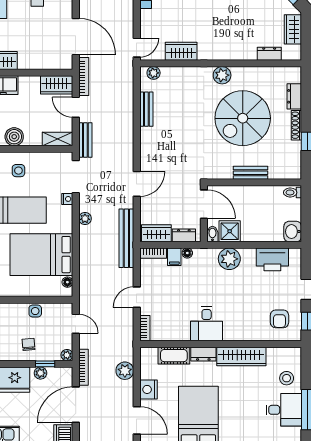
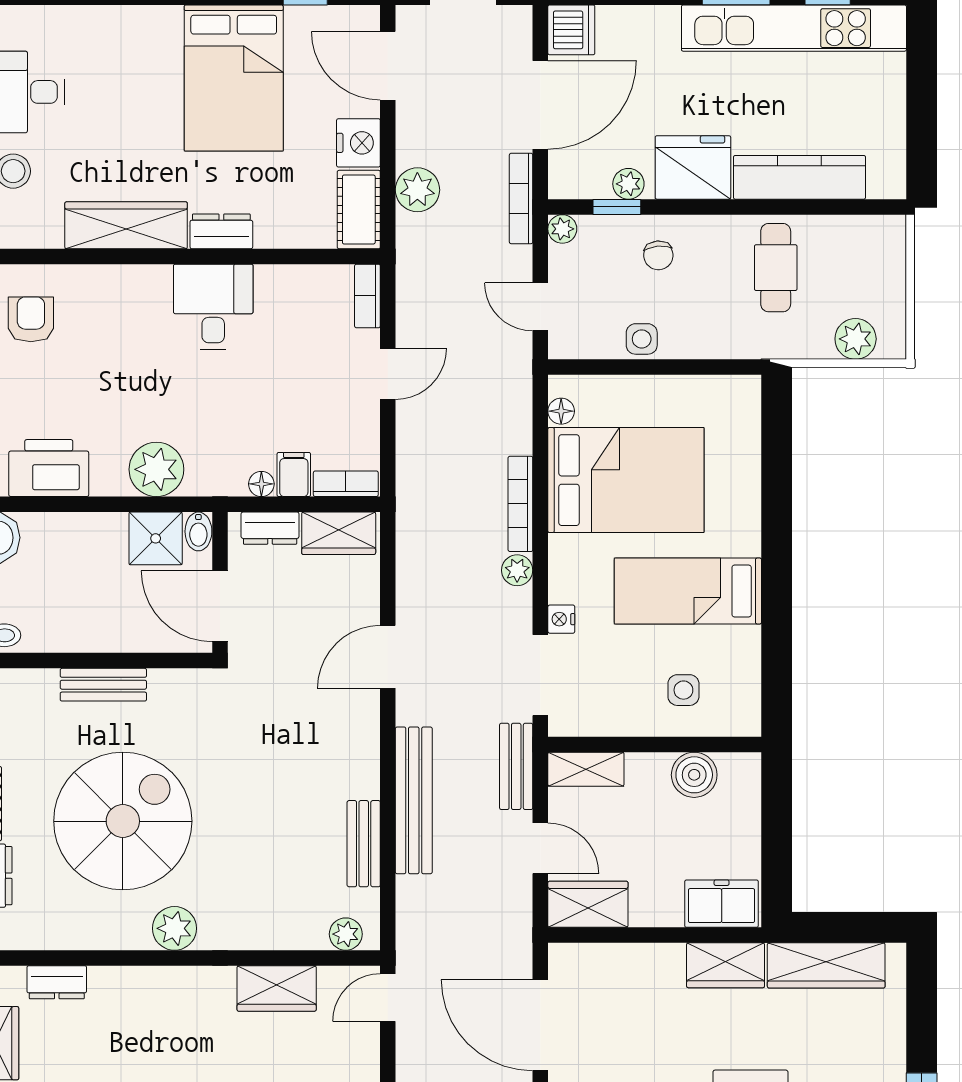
bookcase: (84, 77) -> (520, 504), moved
bench: (126, 238) -> (414, 800), moved
cot: (174, 356) -> (359, 210), moved, turned 90

